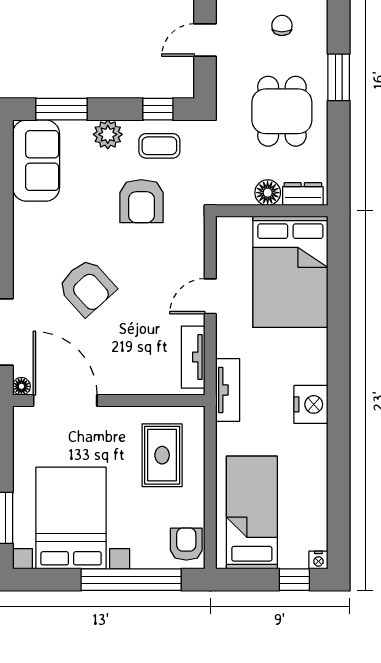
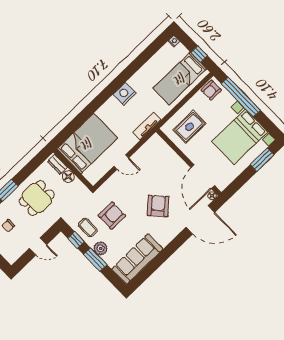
window: (62, 109) -> (95, 260), moved
sofa: (36, 161) -> (137, 259), width x1.36
tv unit: (193, 357) -> (147, 148), removed
window: (294, 580) -> (199, 54), moved

